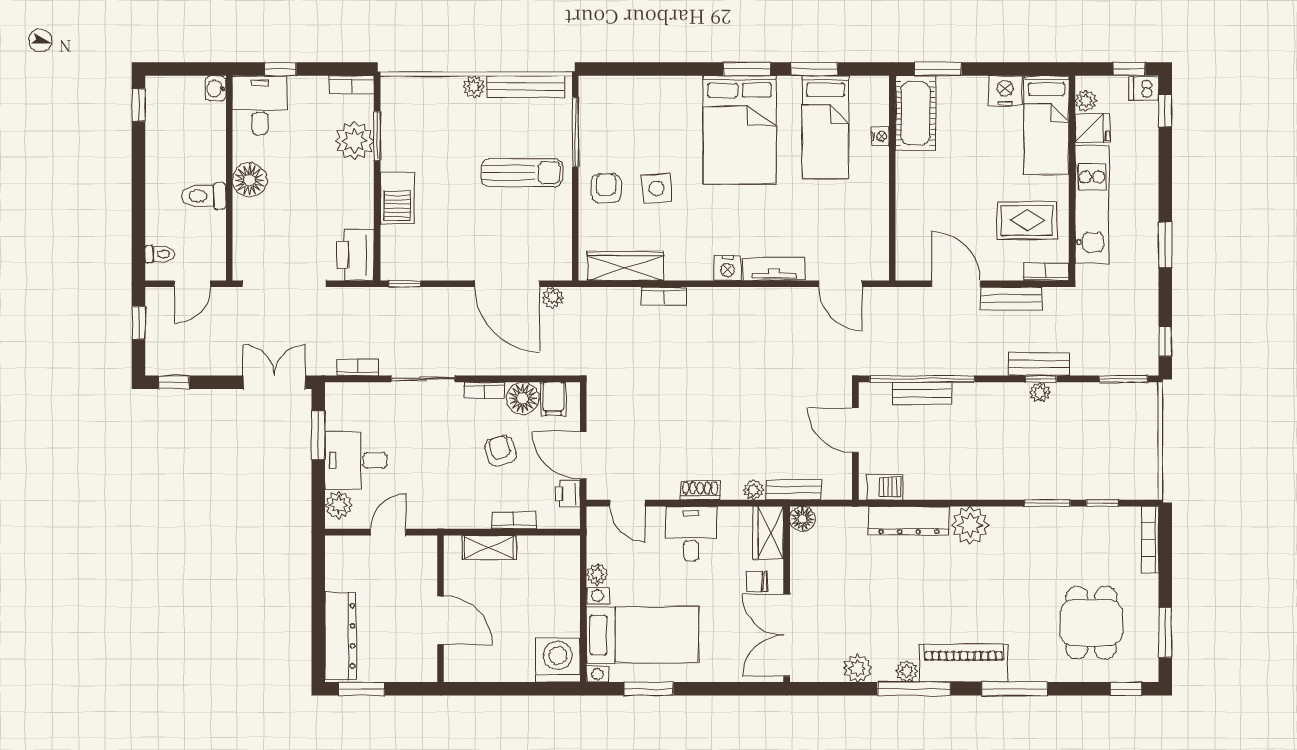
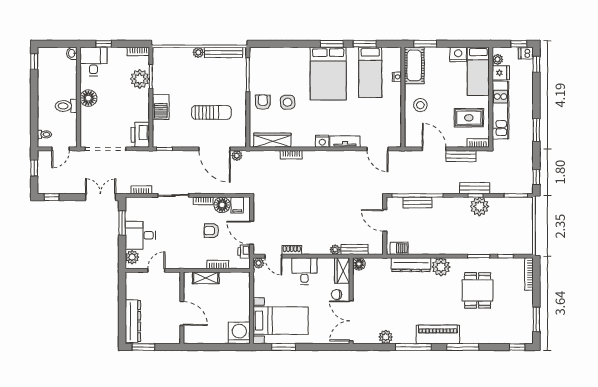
sun lounger: (522, 173) -> (211, 112), moved
stool: (928, 194) -> (420, 105), added
plant: (1040, 392) -> (479, 206), width x1.88, depth x1.88
armchair: (501, 451) -> (211, 231), turned -73
shoe rack: (700, 490) -> (292, 250), moved
plant: (597, 574) -> (259, 263), moved
dining table: (1091, 623) -> (478, 290), moved
plant: (907, 671) -> (410, 338), removed

